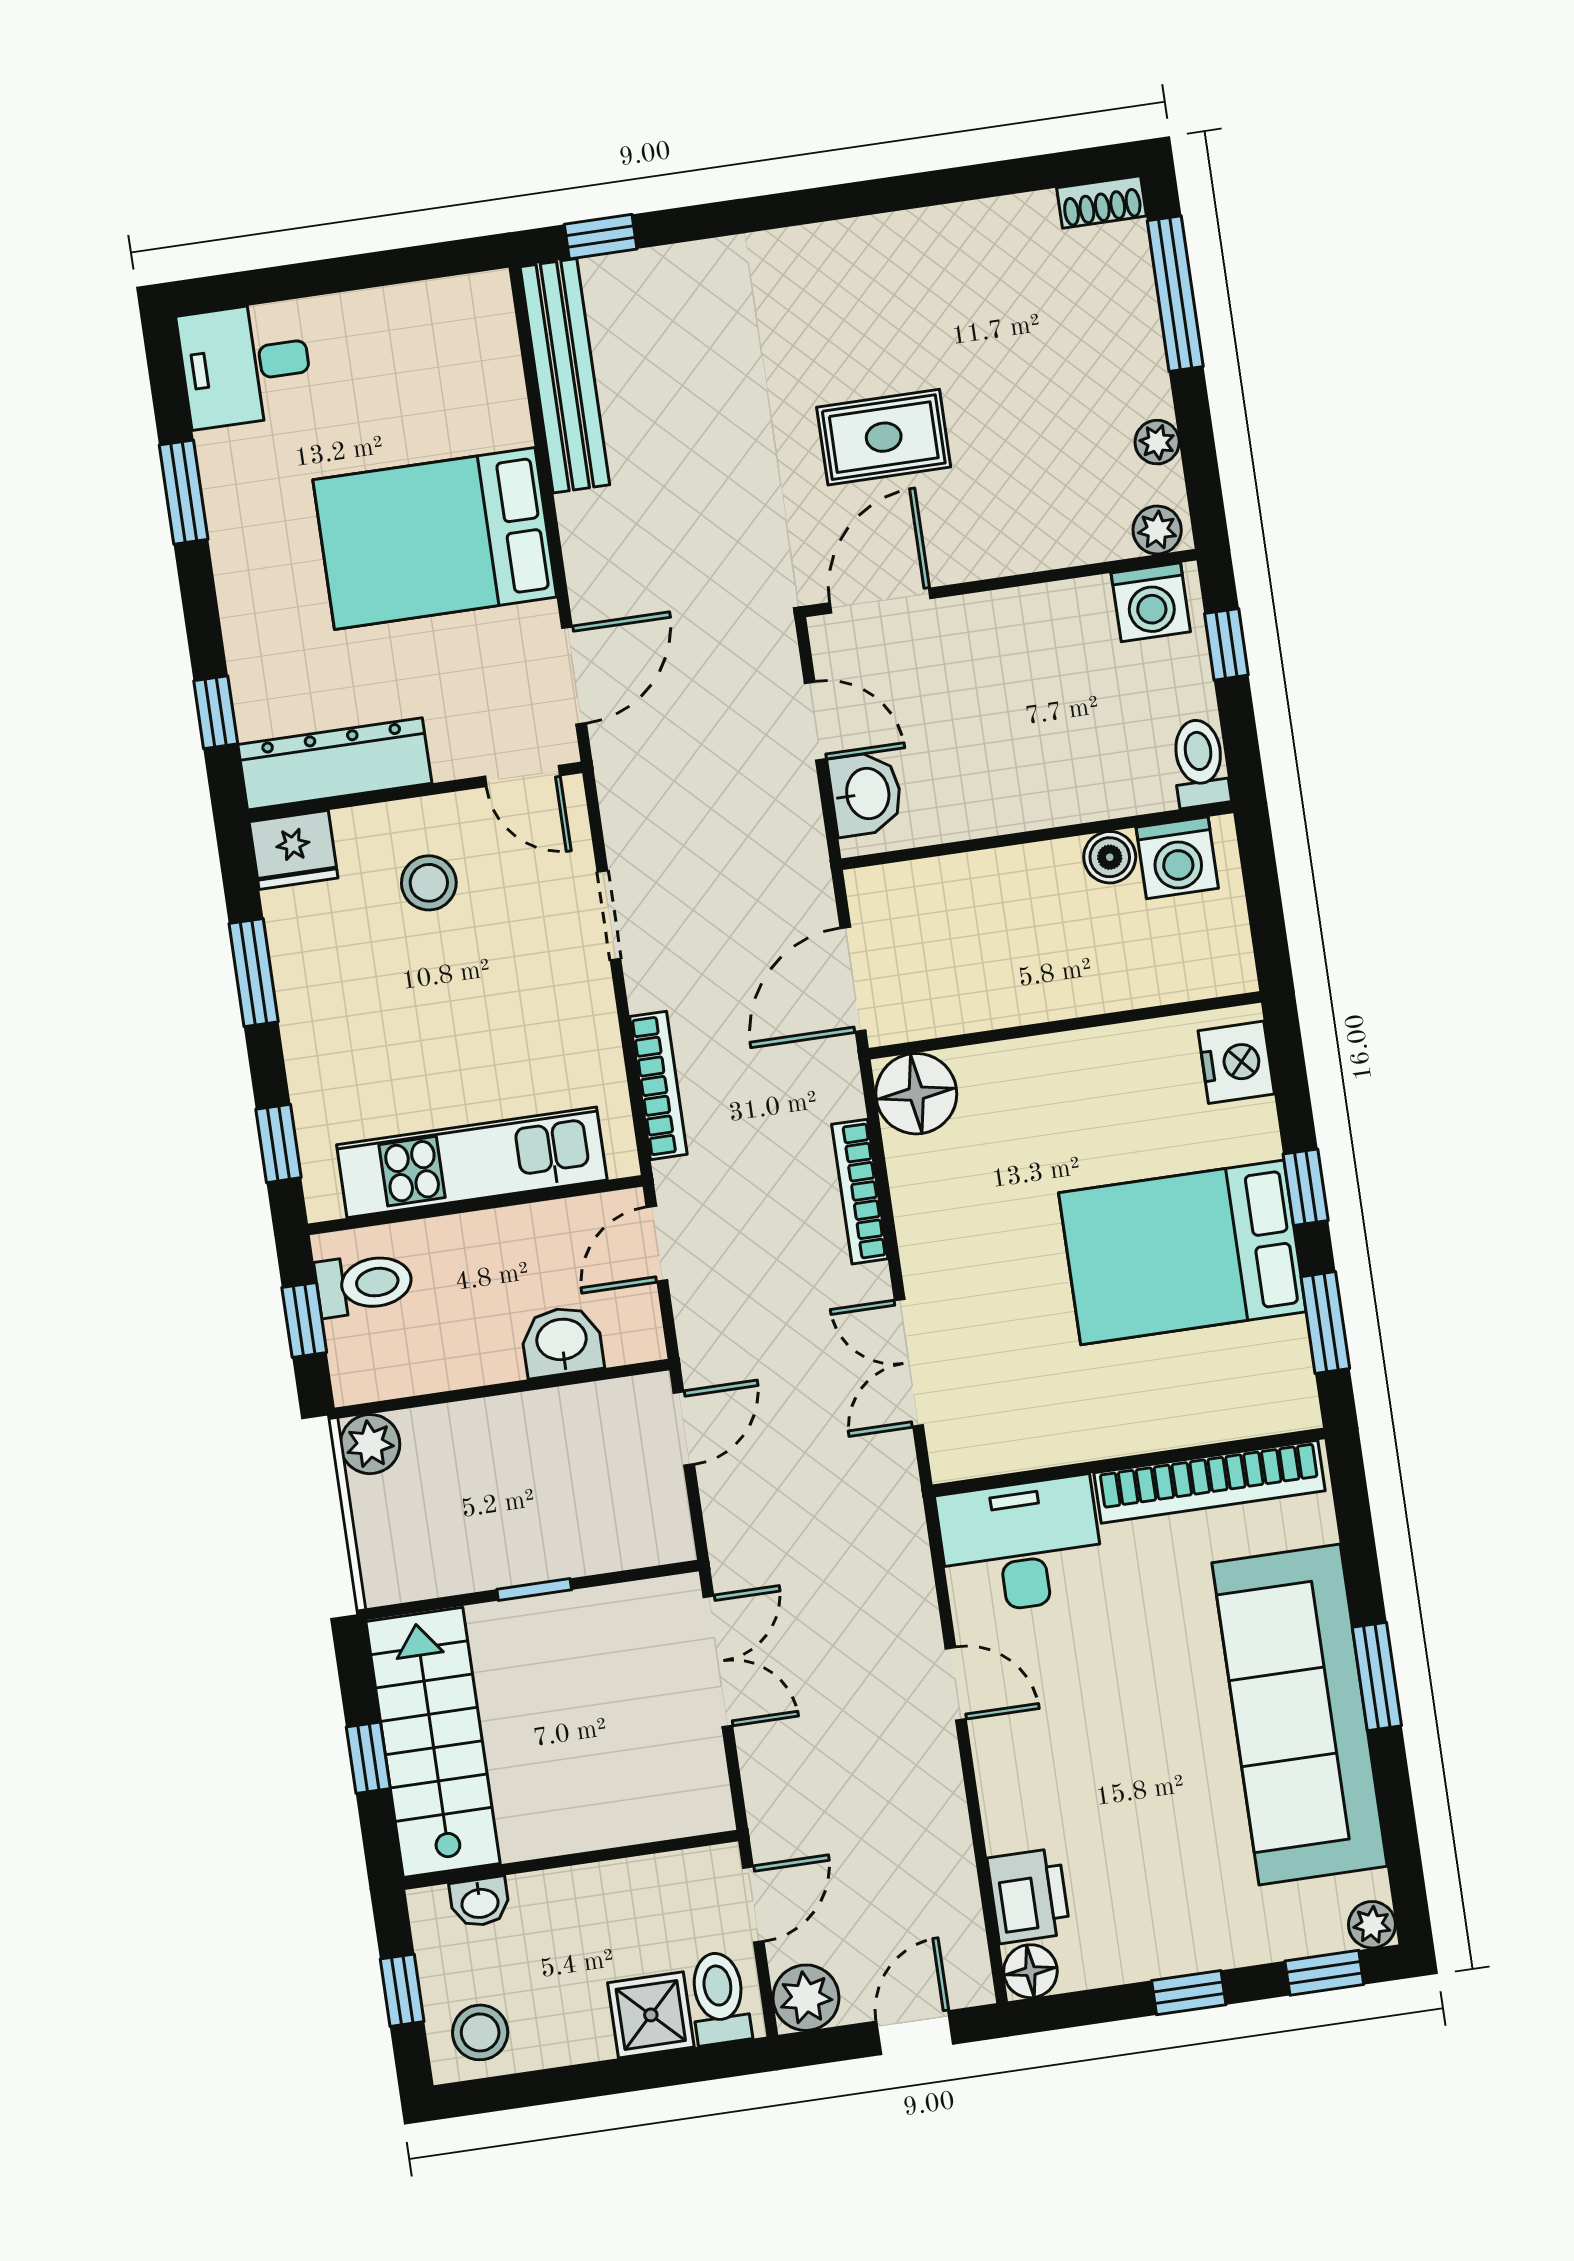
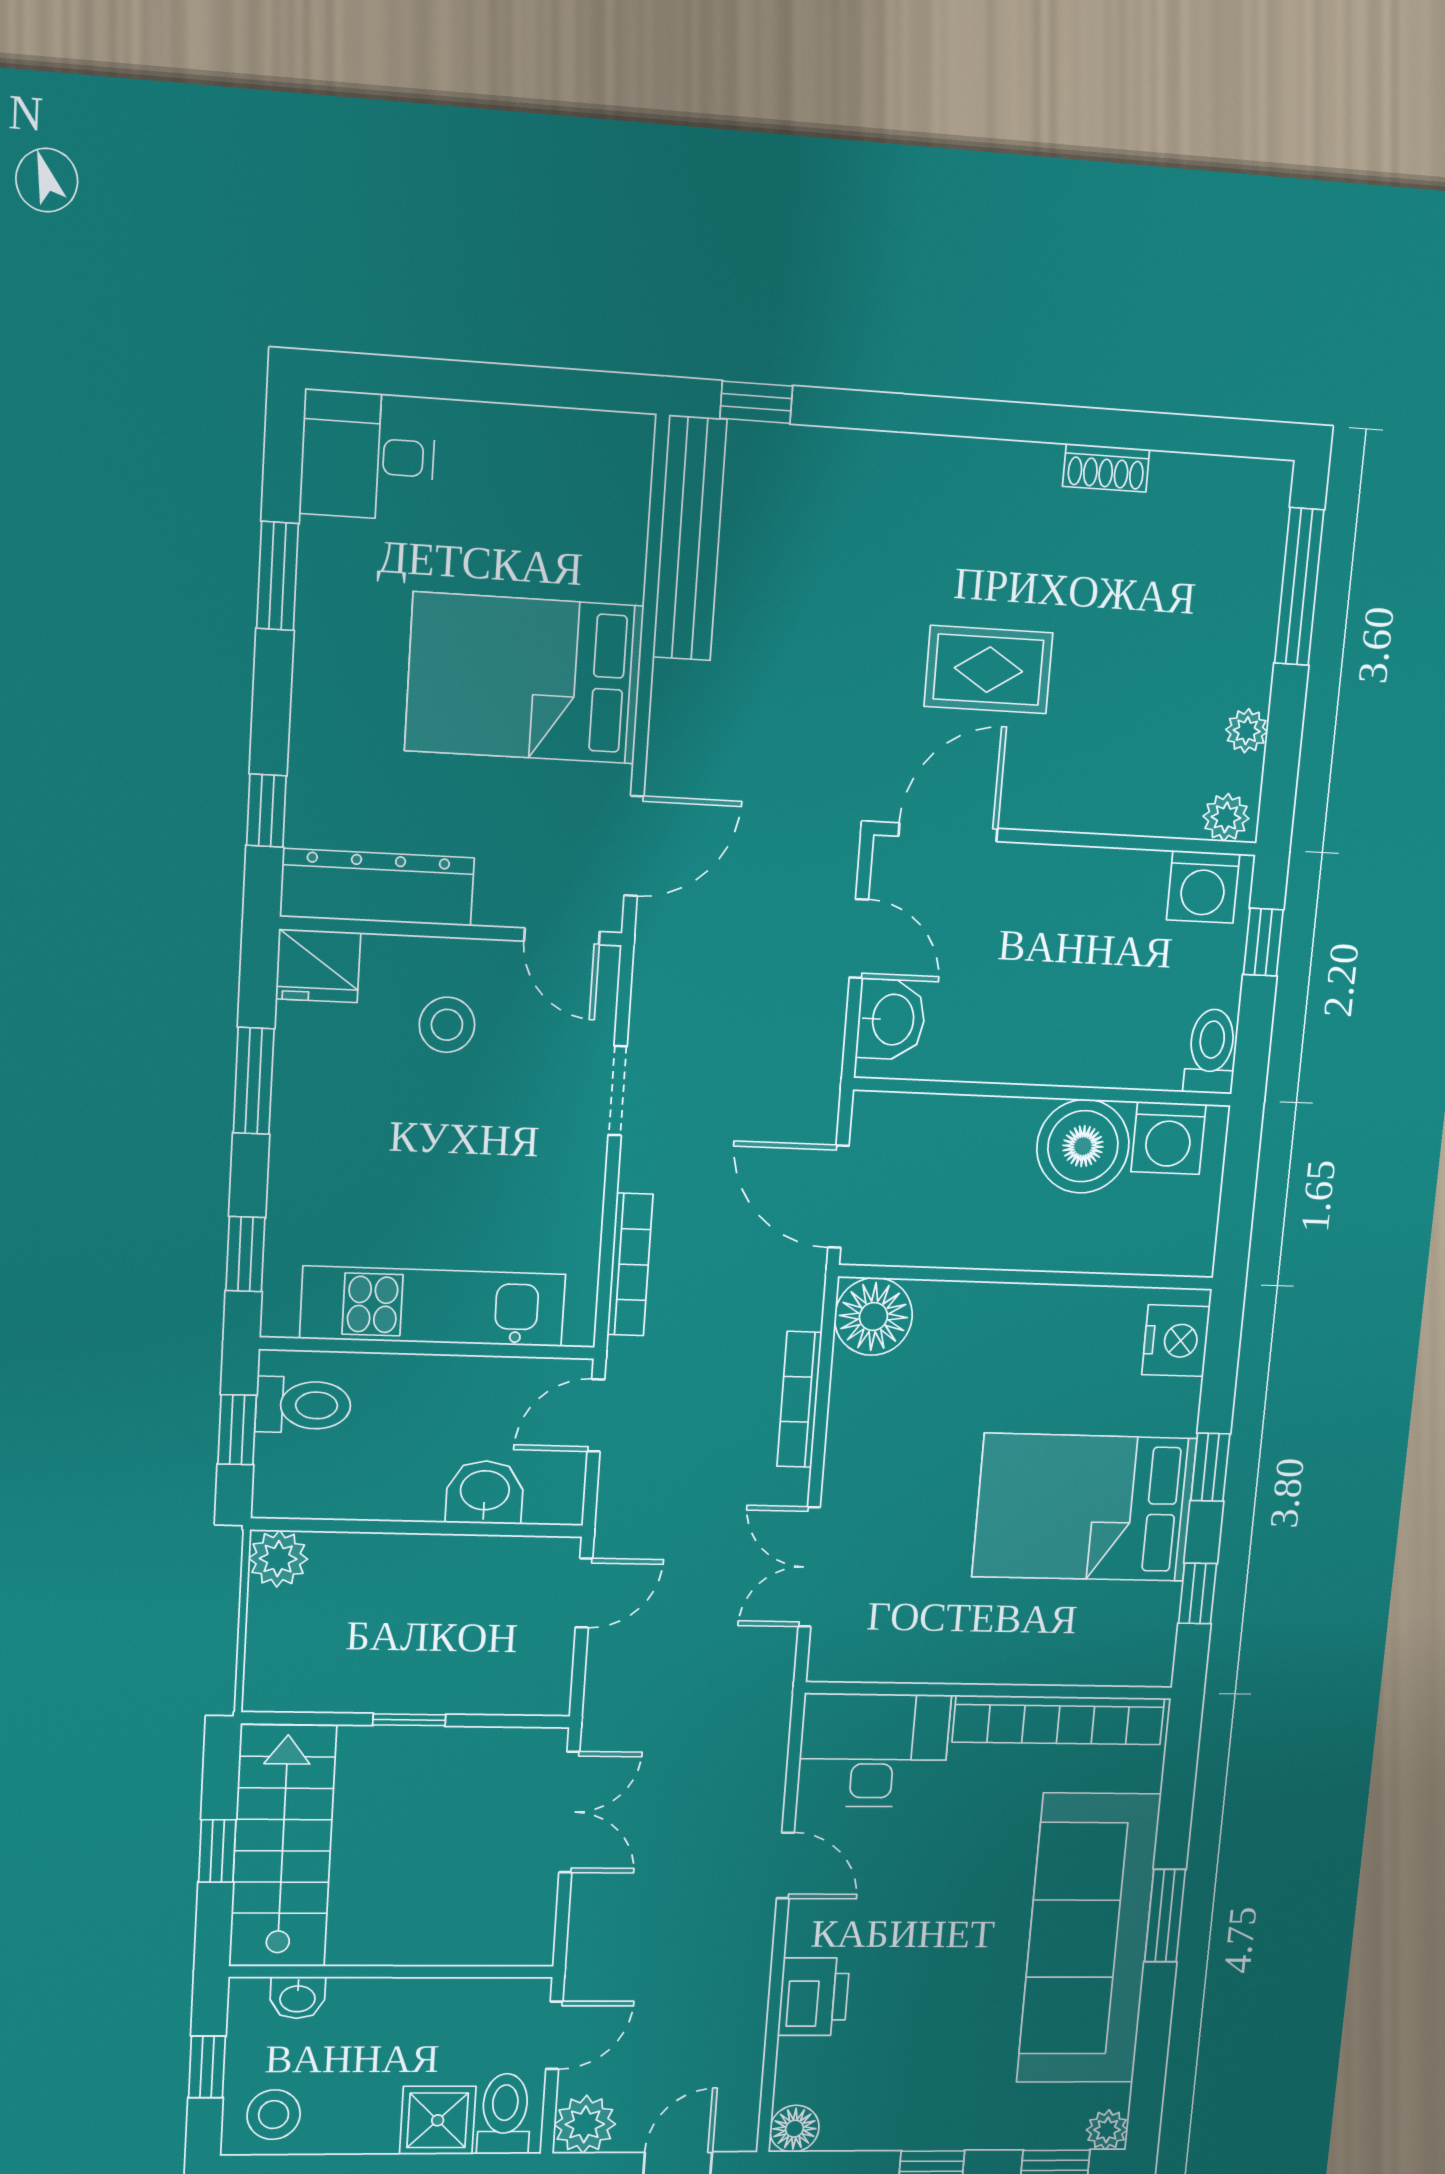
shoe rack: (1102, 202) -> (1106, 468), moved
boiler: (1110, 857) -> (1083, 1146), width x1.86, depth x1.86
door: (853, 979) -> (838, 1197), hinge flipped
window: (1325, 1323) -> (1198, 1593), width x0.67
printer: (1029, 1896) -> (814, 1997), moved

